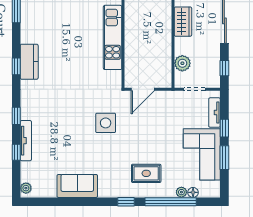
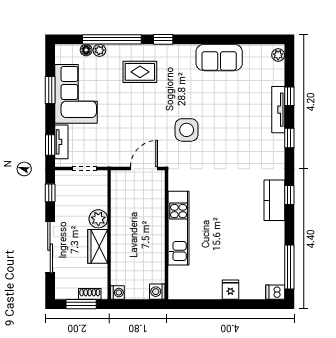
plant: (182, 63) -> (98, 219), moved
window: (224, 128) -> (50, 145), moved

